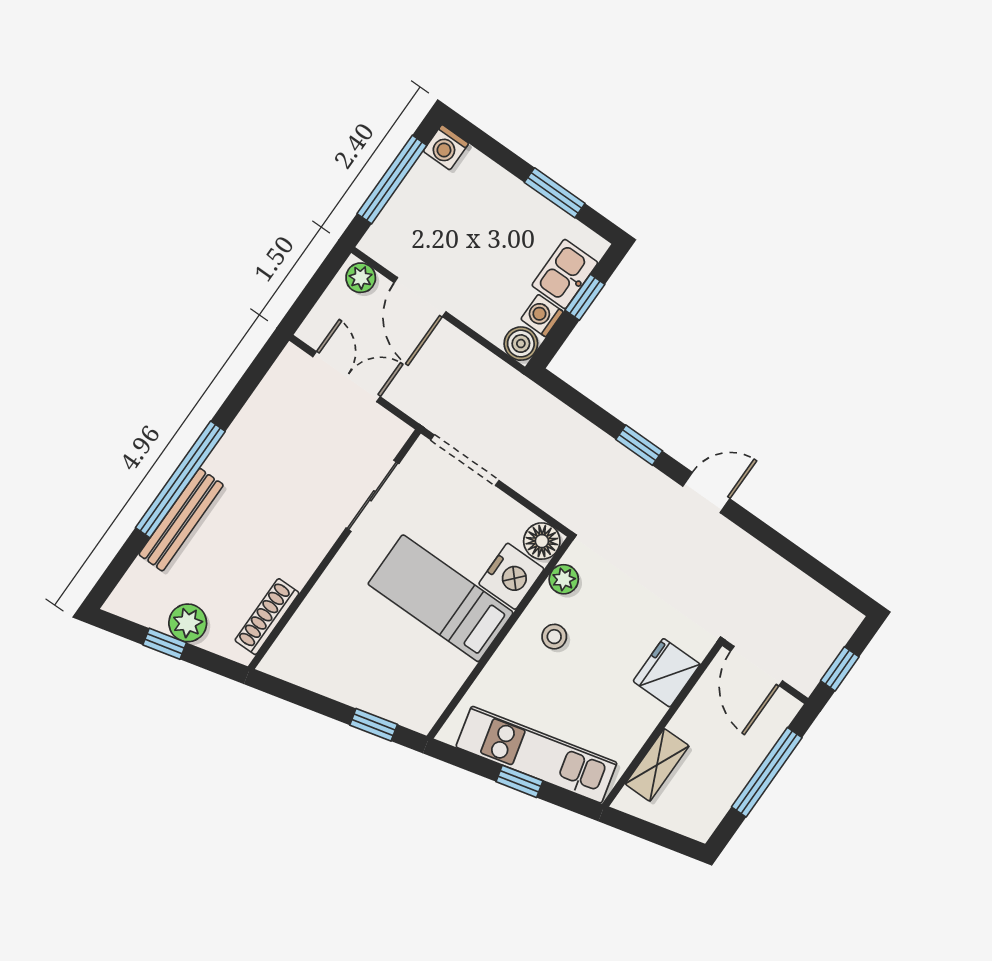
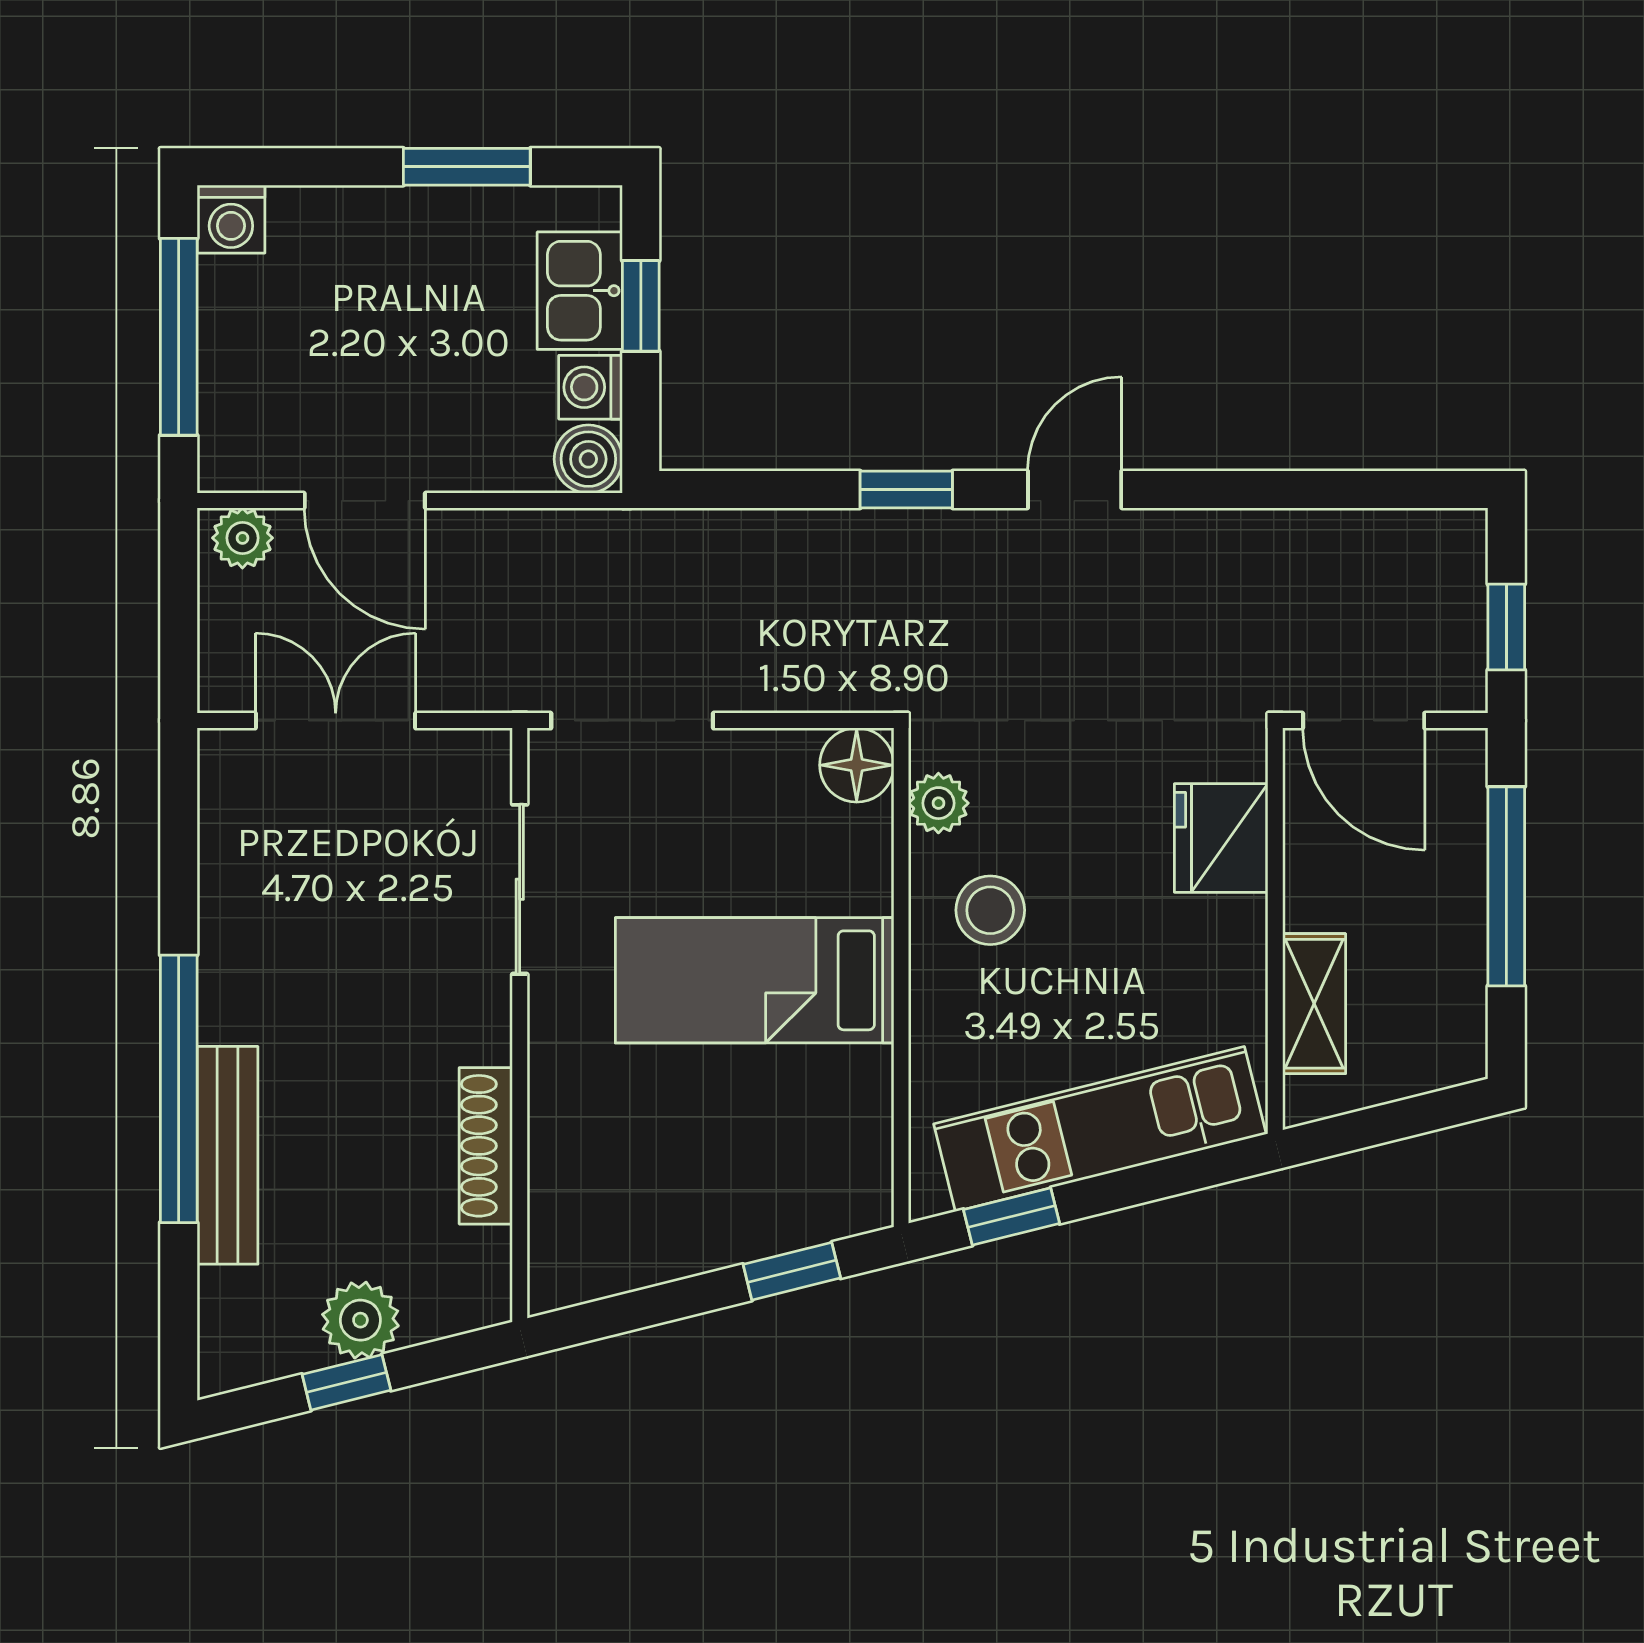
nightstand: (511, 576) -> (847, 860), removed
shoe rack: (267, 617) -> (486, 1146), moved
stool: (554, 637) -> (990, 910), width x1.37, depth x1.37
window: (519, 781) -> (1011, 1216), moved

